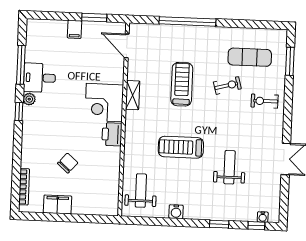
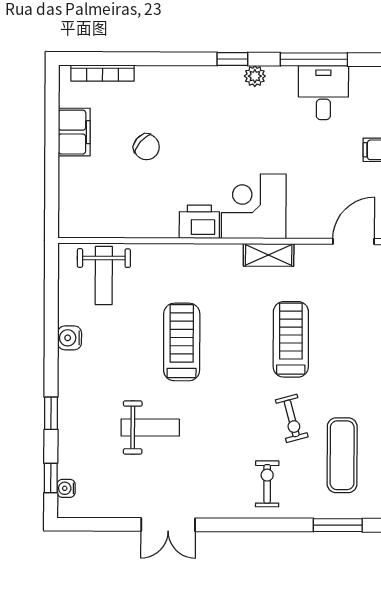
desk: (40, 78) -> (323, 93), moved
treadmill: (182, 84) -> (291, 339), turned -90
weight bench: (141, 191) -> (104, 275), turned 90

